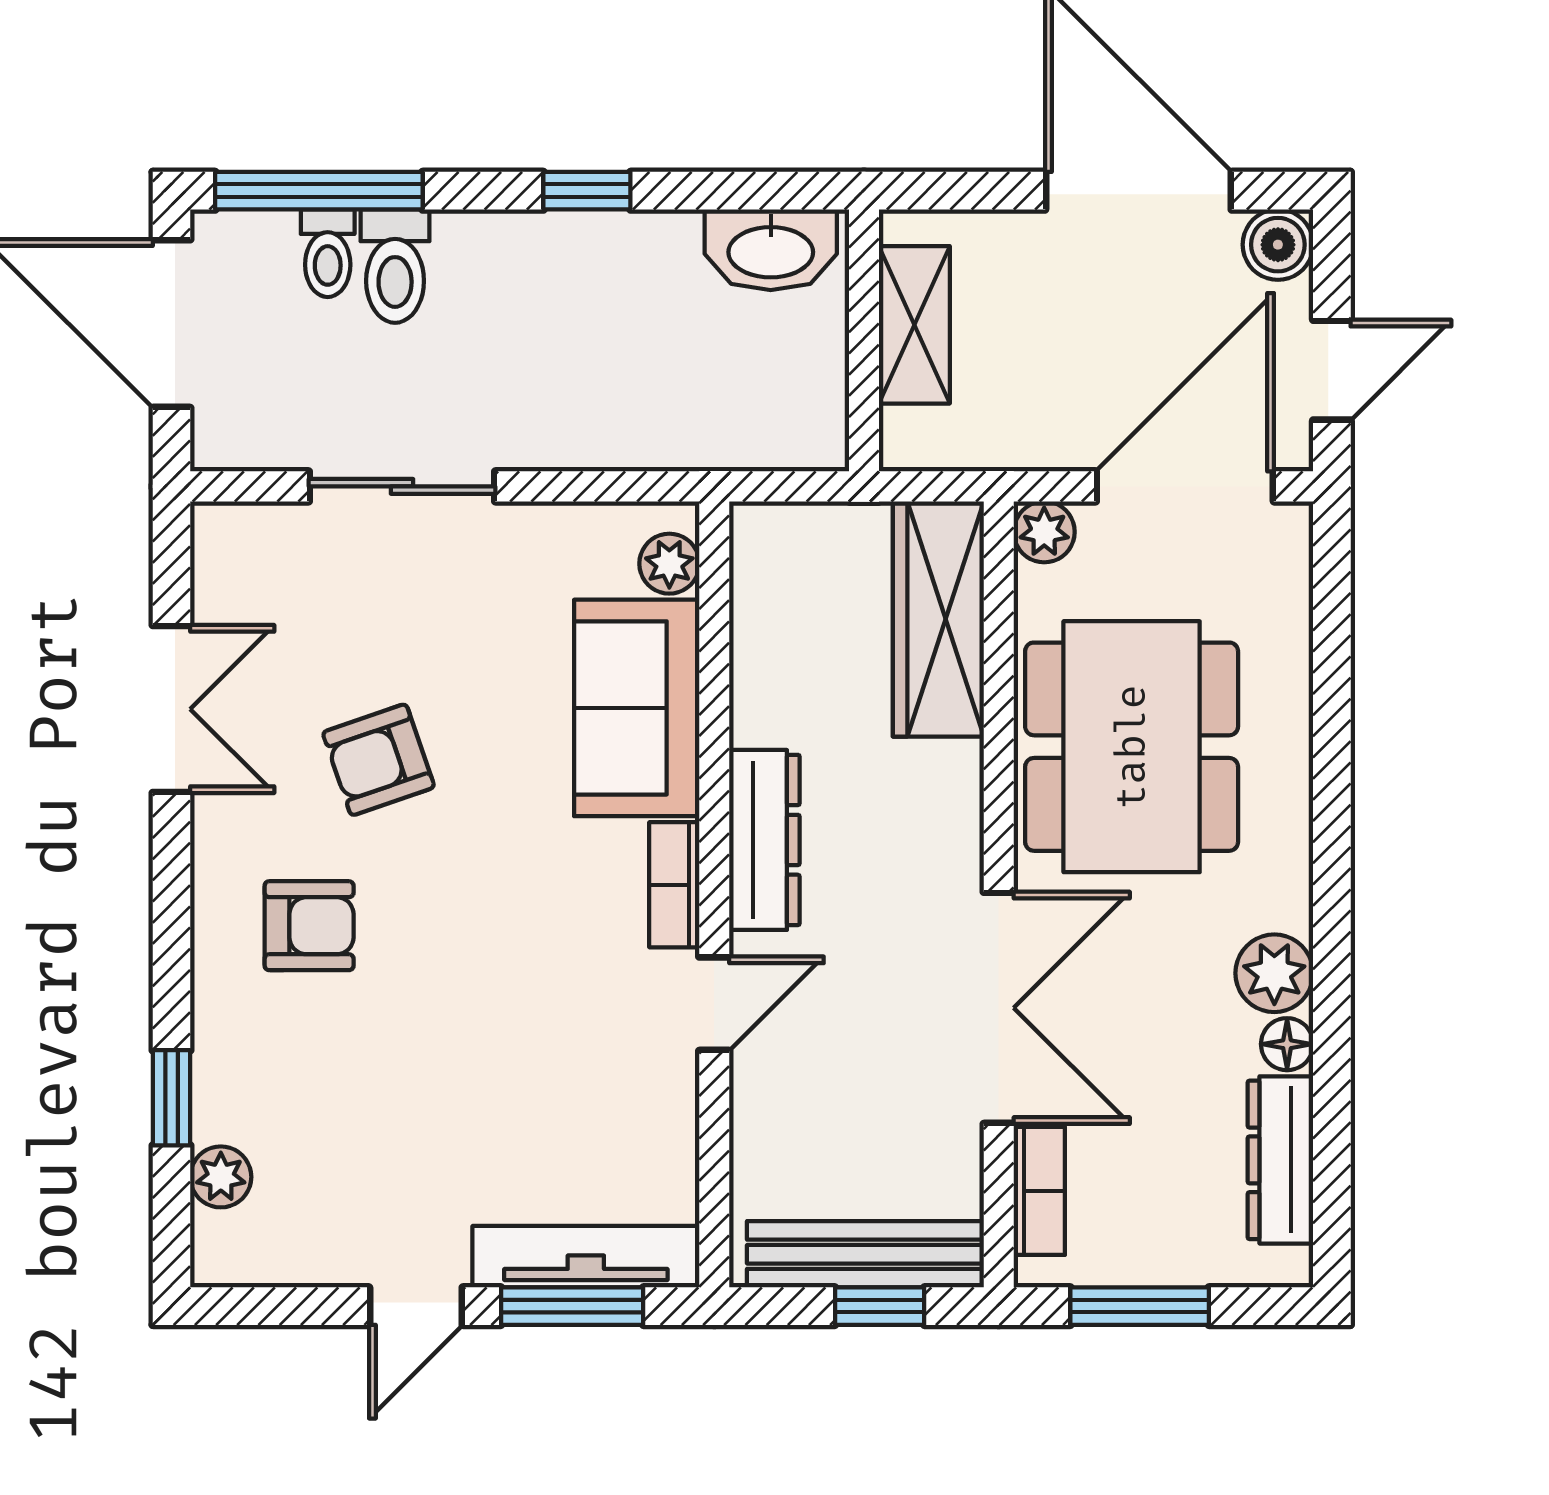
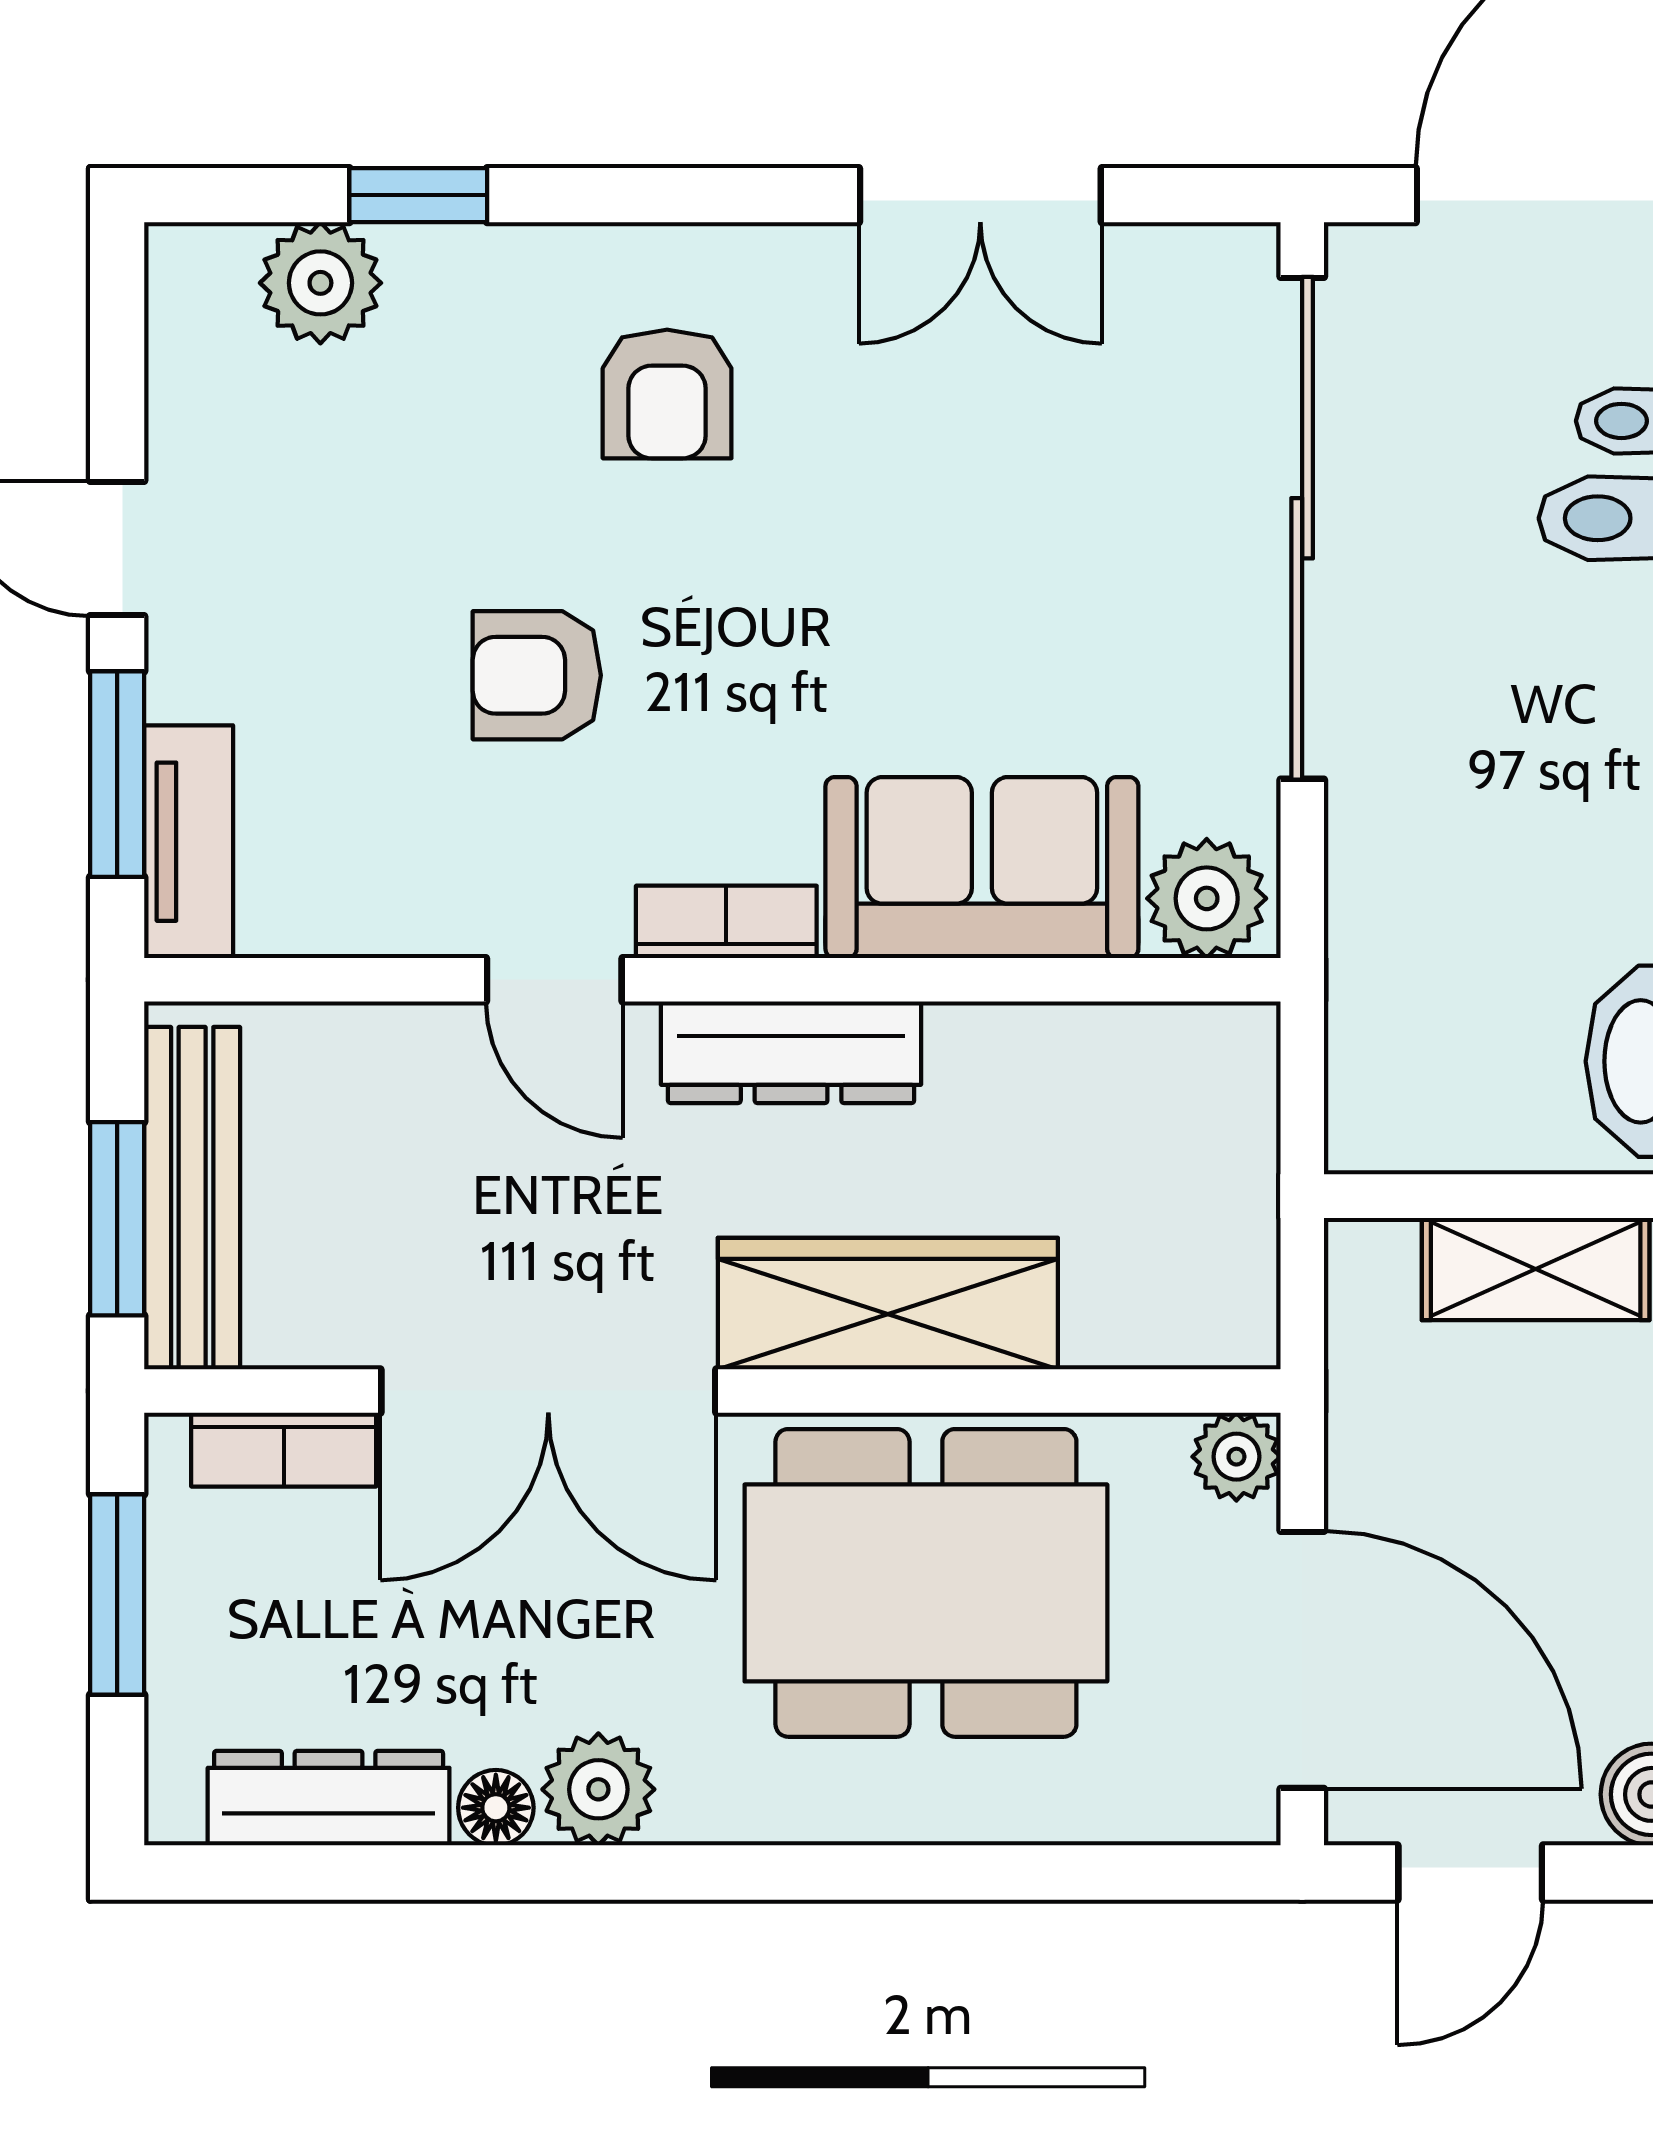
door: (1332, 370) -> (1470, 1872), hinge flipped
sliding door: (402, 486) -> (1302, 528), width x1.86
plant: (669, 564) -> (1207, 898), width x1.38, depth x1.38
wardrobe: (938, 619) -> (888, 1304), moved
armchair: (379, 760) -> (537, 675), moved, turned -71
plant: (221, 1177) -> (320, 283), width x1.38, depth x1.38
tv unit: (586, 1257) -> (189, 842), width x0.71
window: (880, 1306) -> (117, 1219), width x1.50

